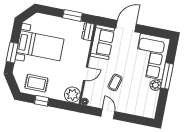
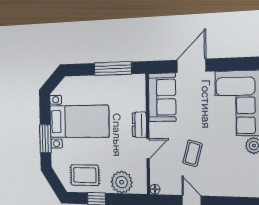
window: (72, 15) -> (113, 69), width x1.44
dresser: (88, 32) -> (139, 125), moved
plant: (72, 95) -> (122, 182), moved

